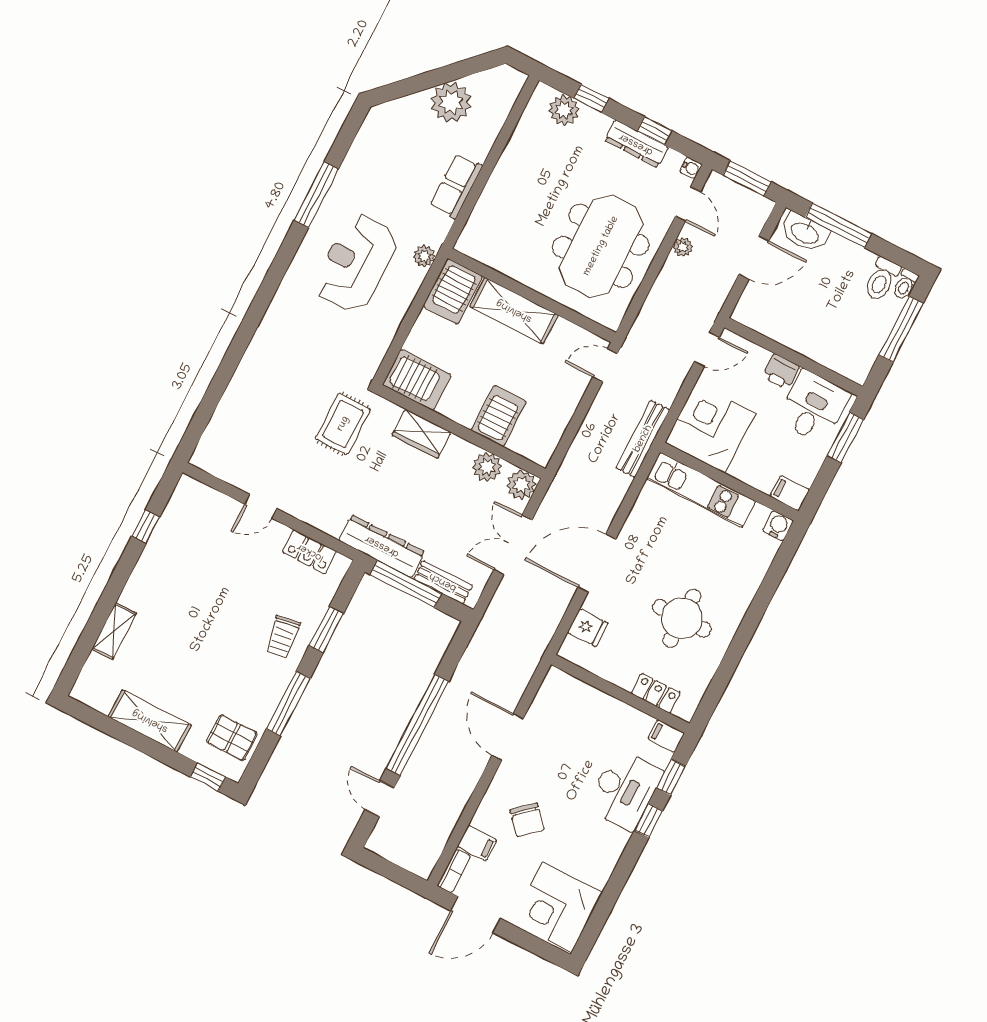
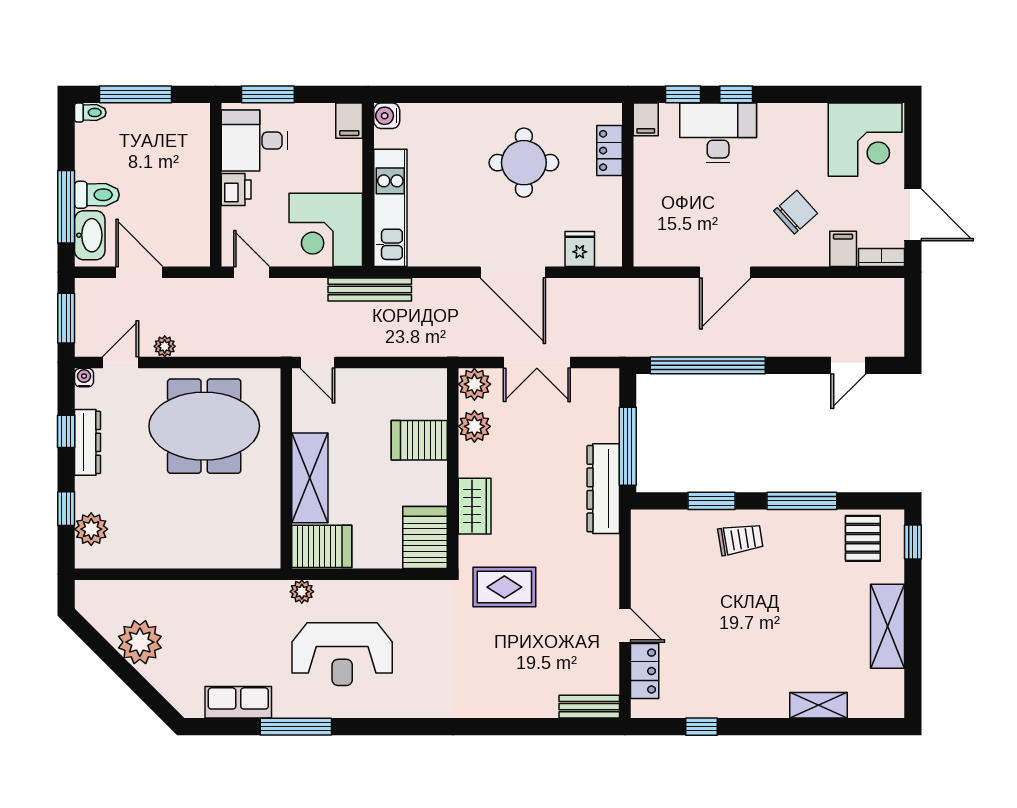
row of seats: (456, 186) -> (238, 702), moved, turned 180
toilet: (882, 279) -> (97, 195), moved
locker: (310, 552) -> (645, 671), moved
bench: (443, 582) -> (589, 707), moved, turned 90
window: (417, 725) -> (708, 365), moved

